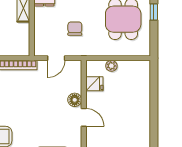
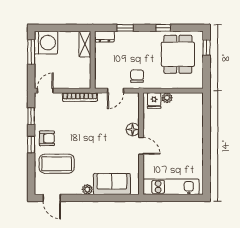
chair: (75, 29) -> (137, 76), moved
fridge: (94, 84) -> (154, 101), moved, turned 90

